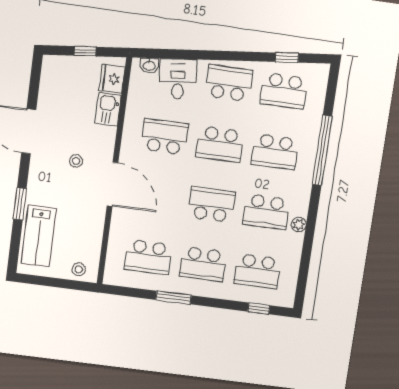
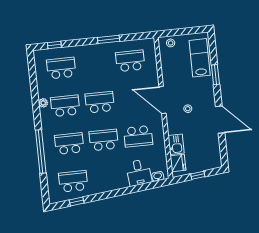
school desk: (229, 83) -> (108, 178), removed
school desk: (211, 204) -> (100, 102), turned 180
school desk: (203, 264) -> (96, 64), removed

